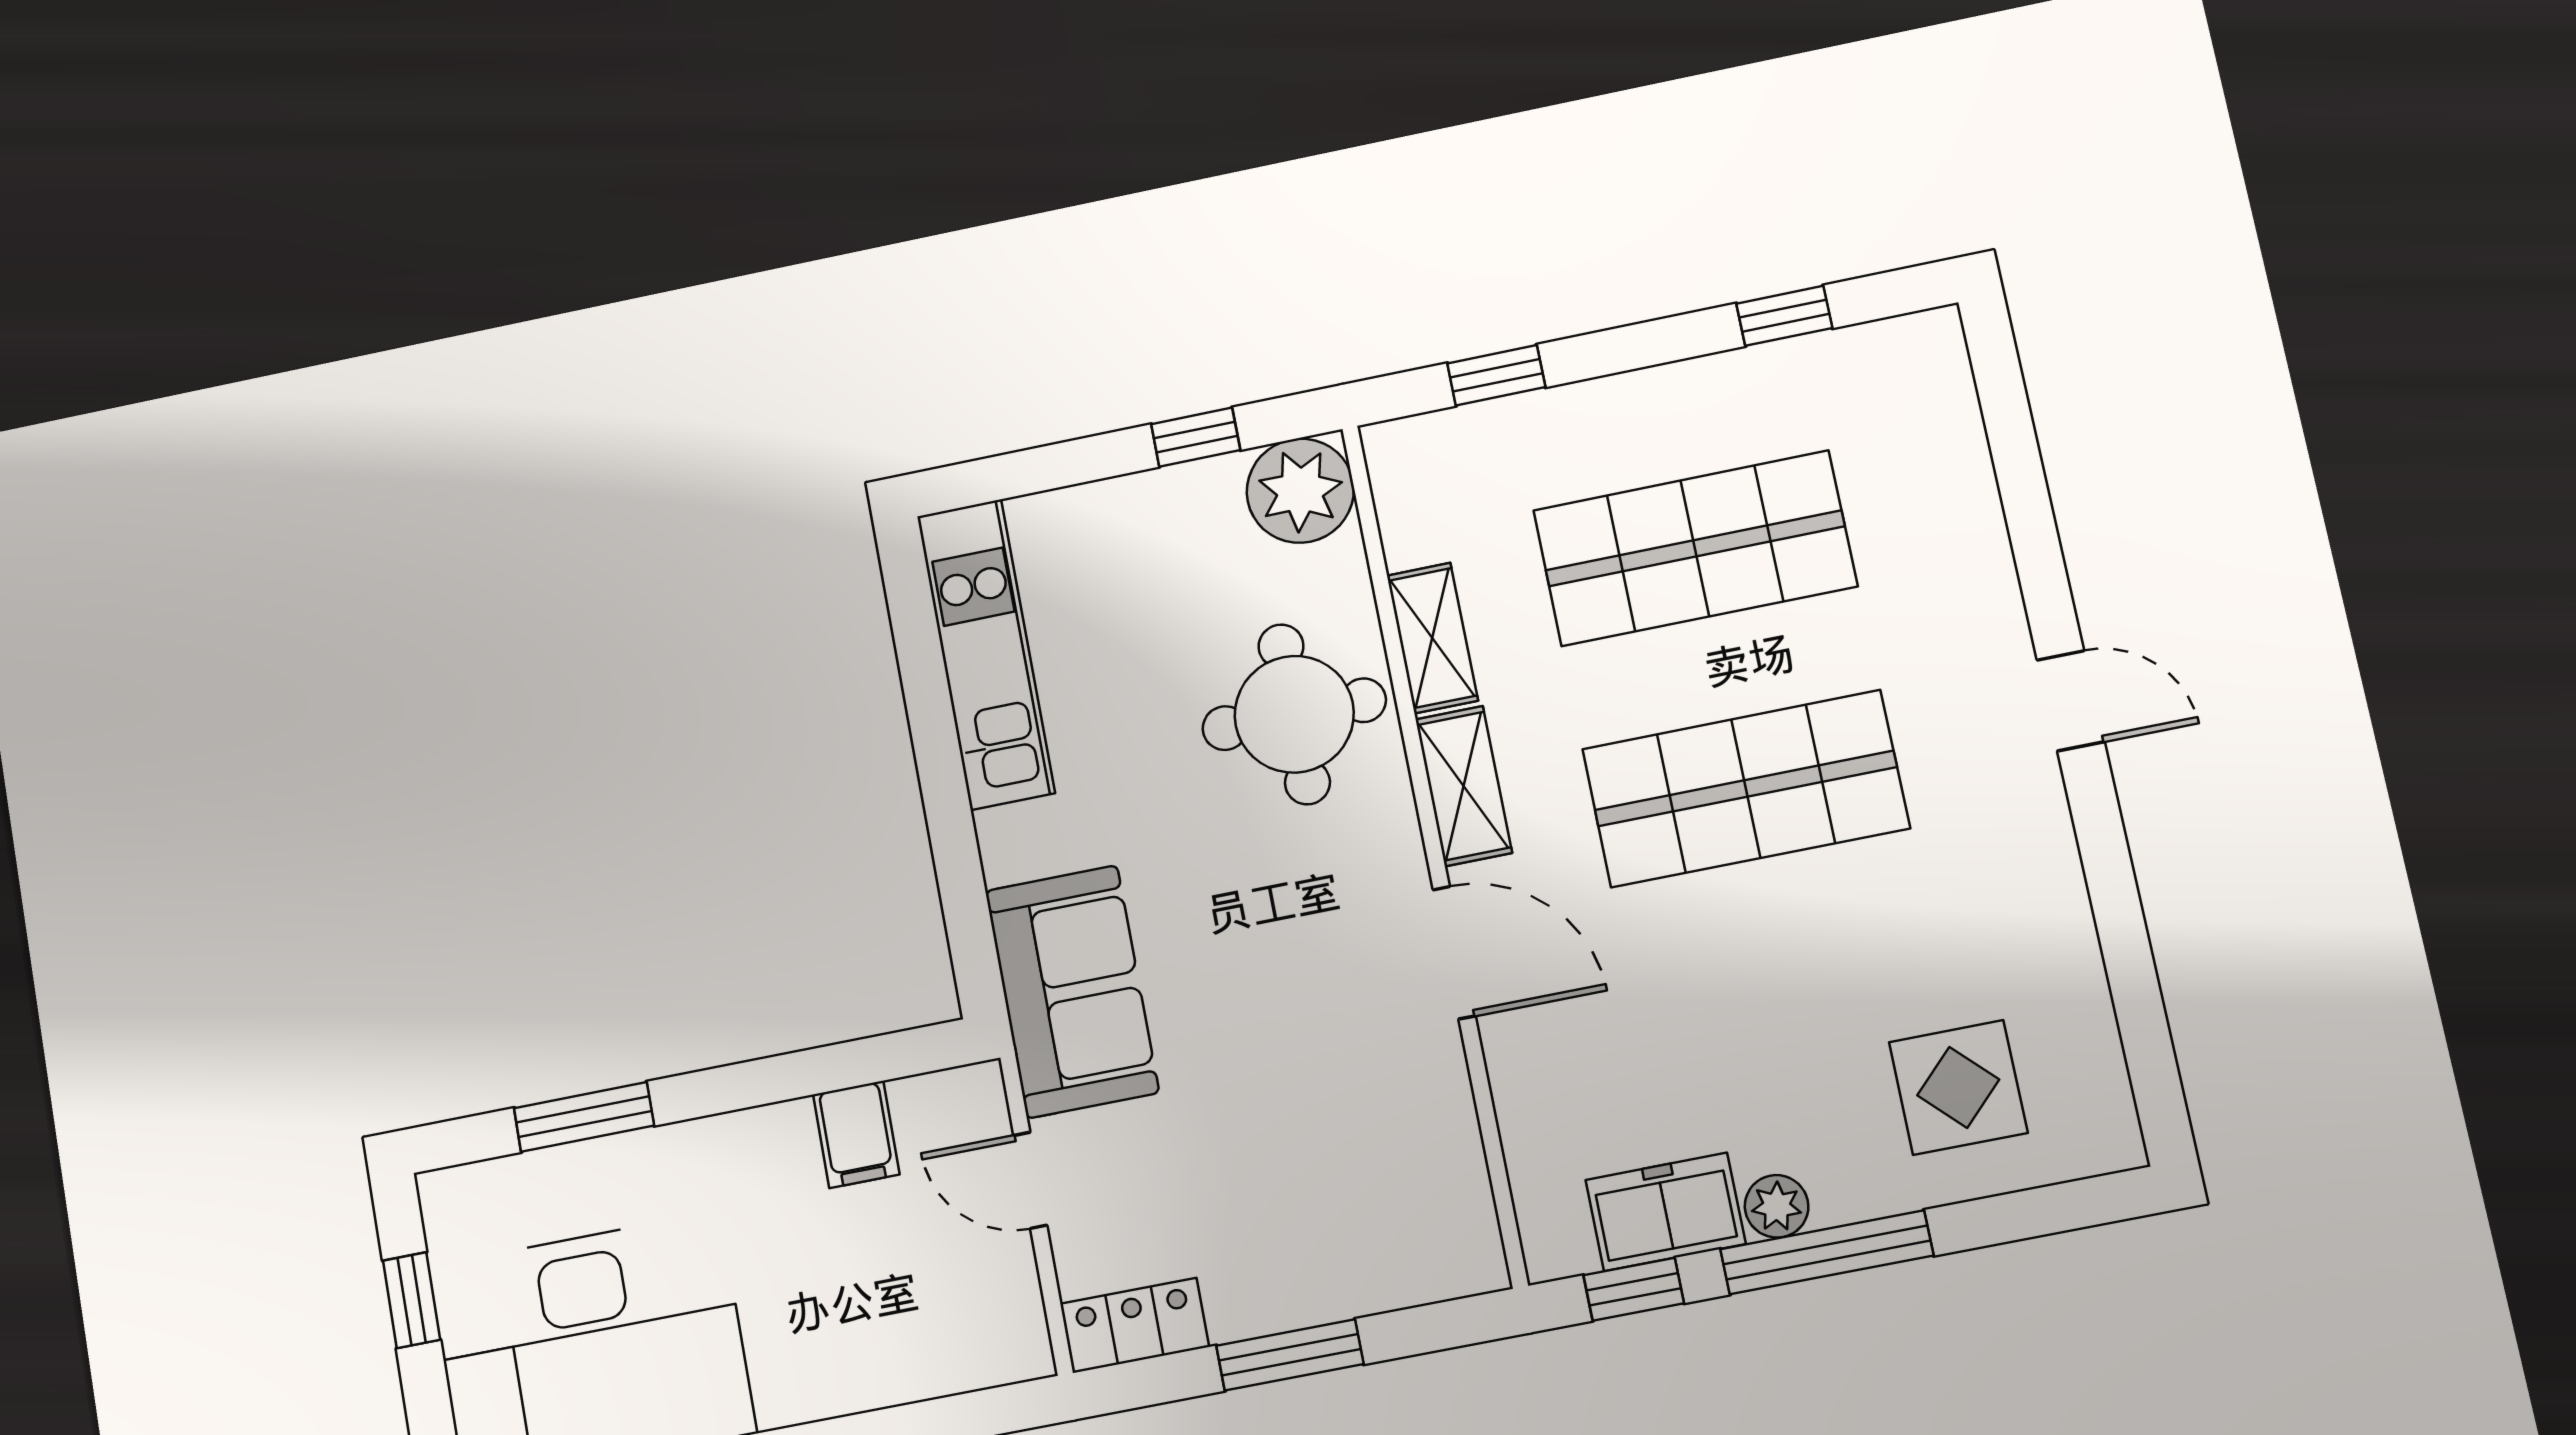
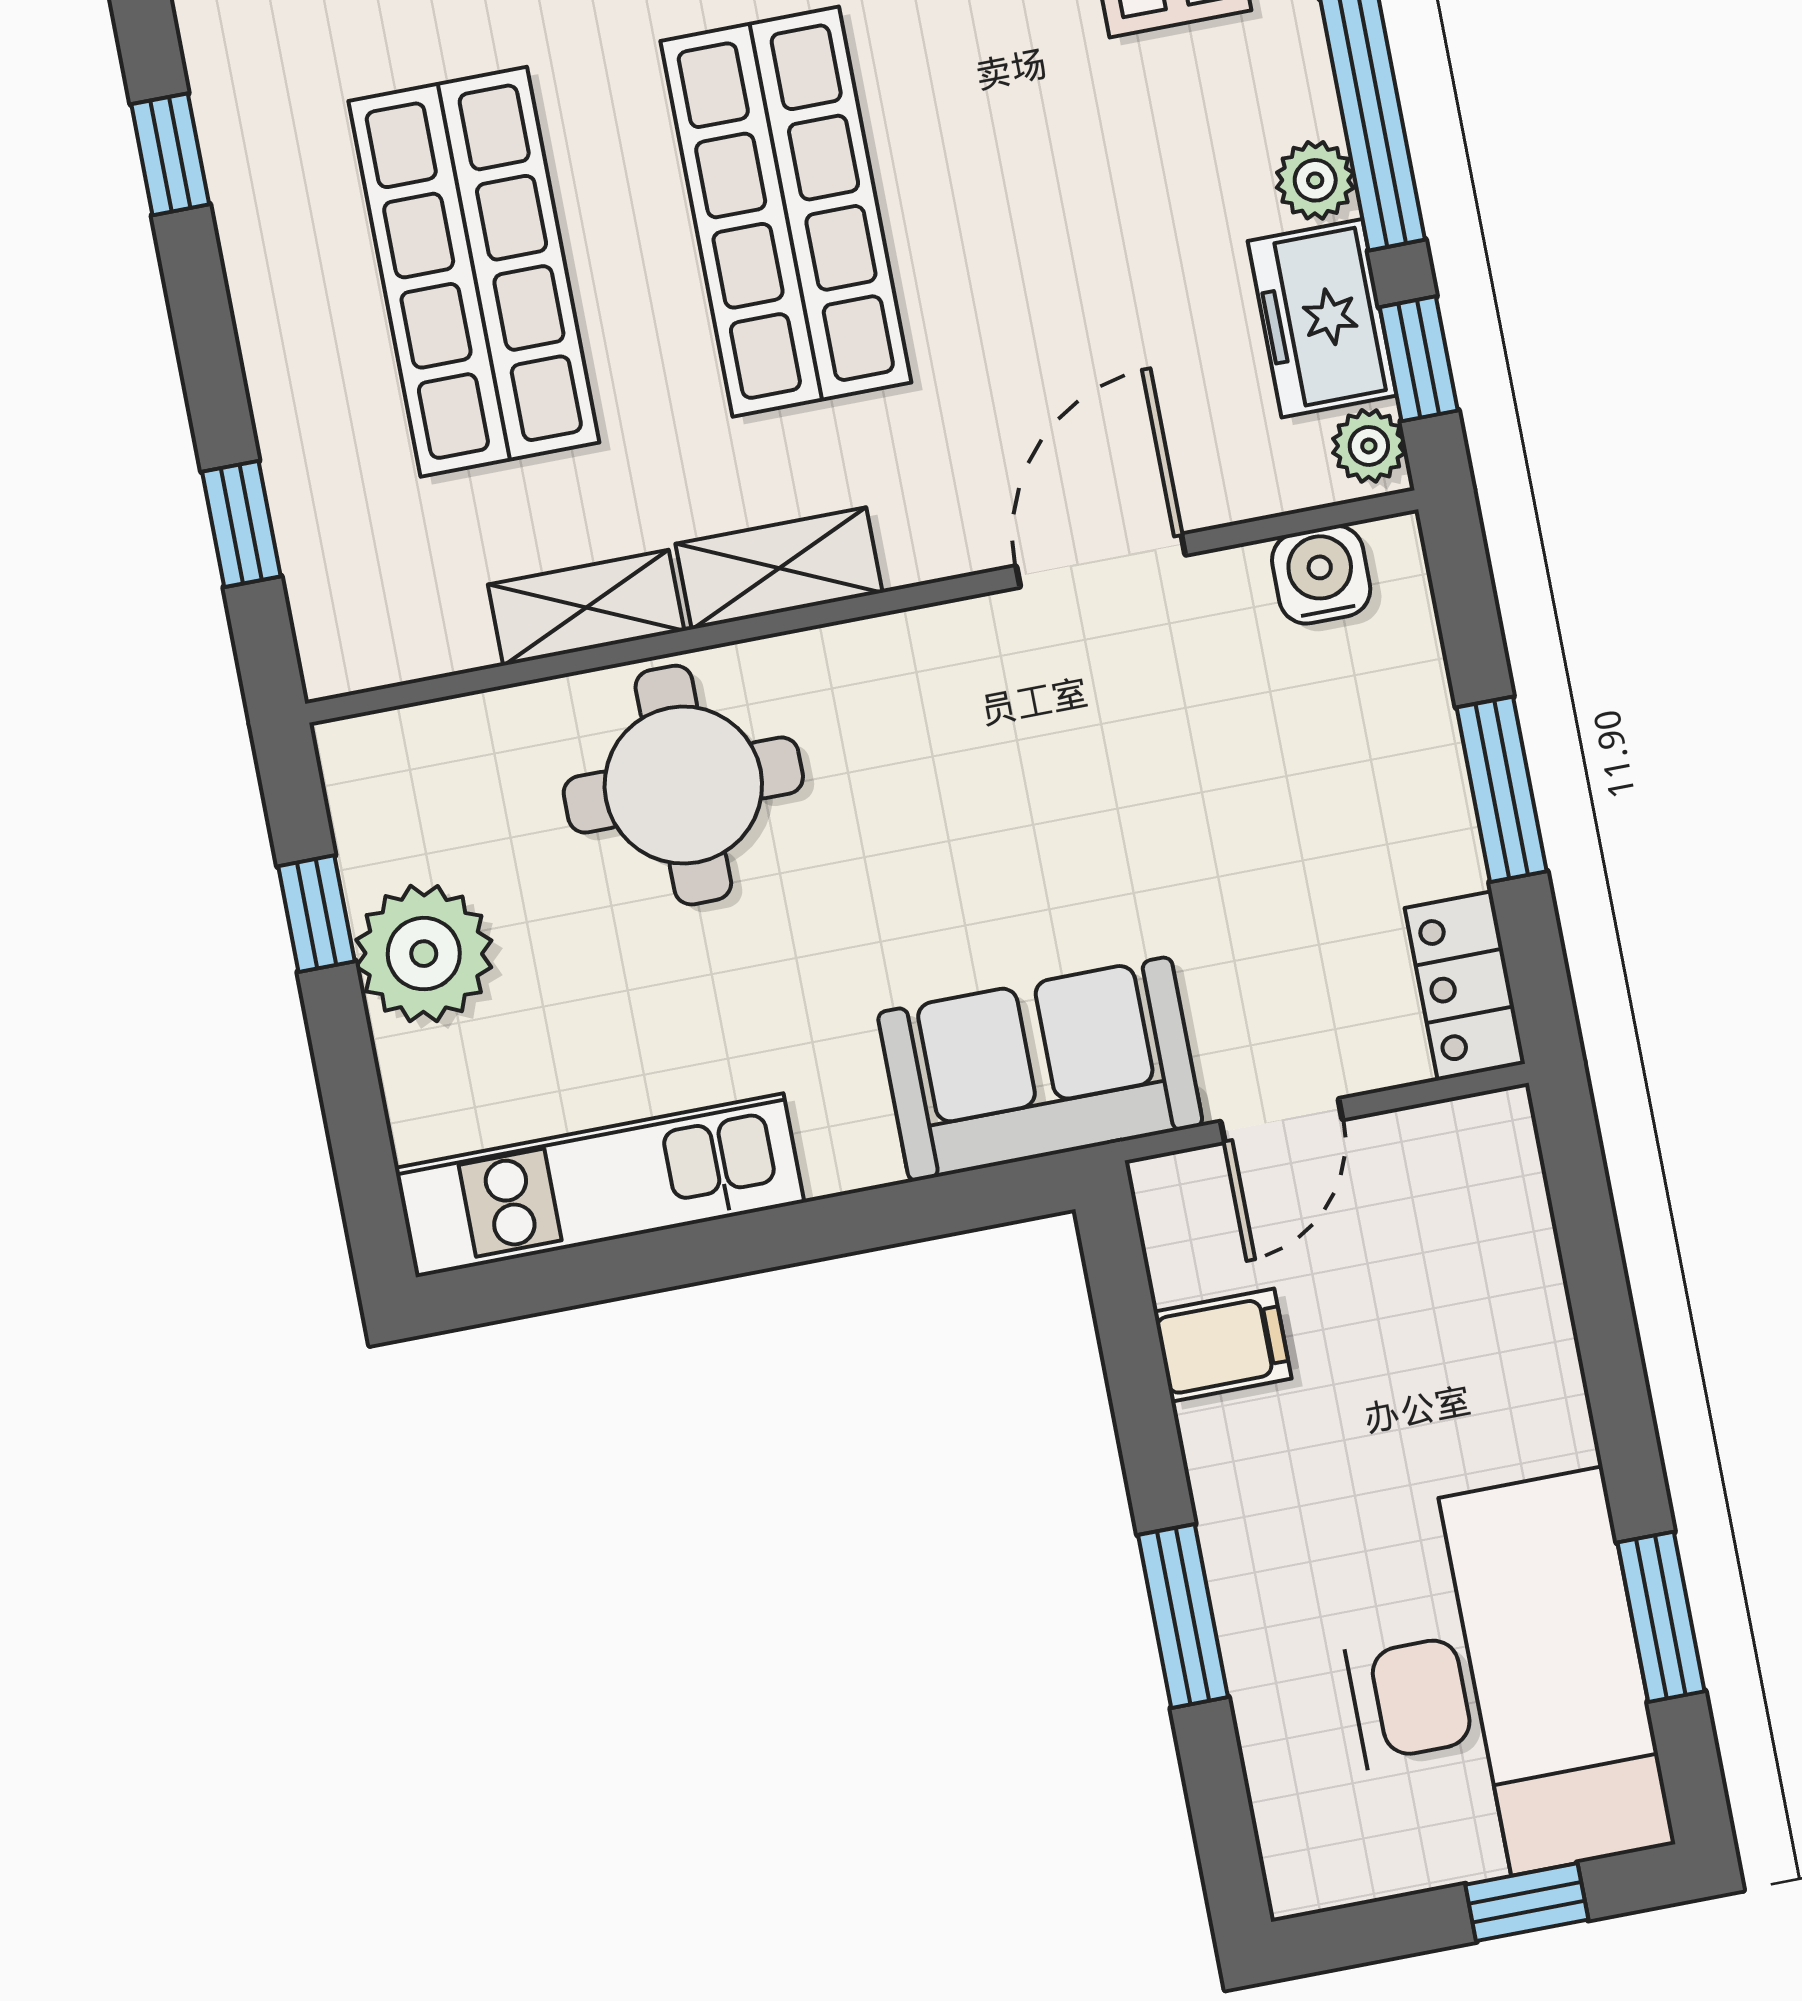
plant: (1300, 491) -> (424, 954), moved
door: (1454, 953) -> (1101, 561), moved
window: (584, 1117) -> (1183, 1616), moved
water cooler: (1460, 1211) -> (1321, 575), added
plant: (1563, 1249) -> (1369, 446), added
window: (412, 1300) -> (1527, 1902), moved

